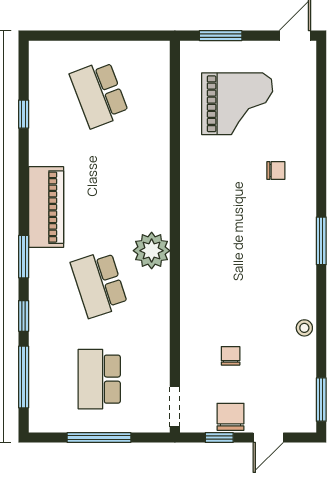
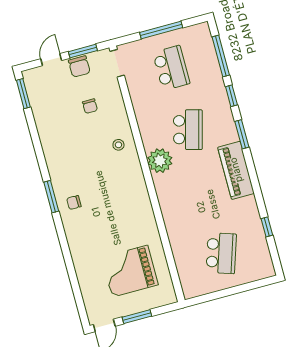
window: (221, 36) -> (137, 317), moved
school desk: (99, 94) -> (221, 253), turned 39
chair: (276, 171) -> (74, 202), moved
school desk: (99, 284) -> (188, 130), turned 33
stool: (304, 328) -> (118, 145), moved
window: (219, 437) -> (83, 51), width x1.50

